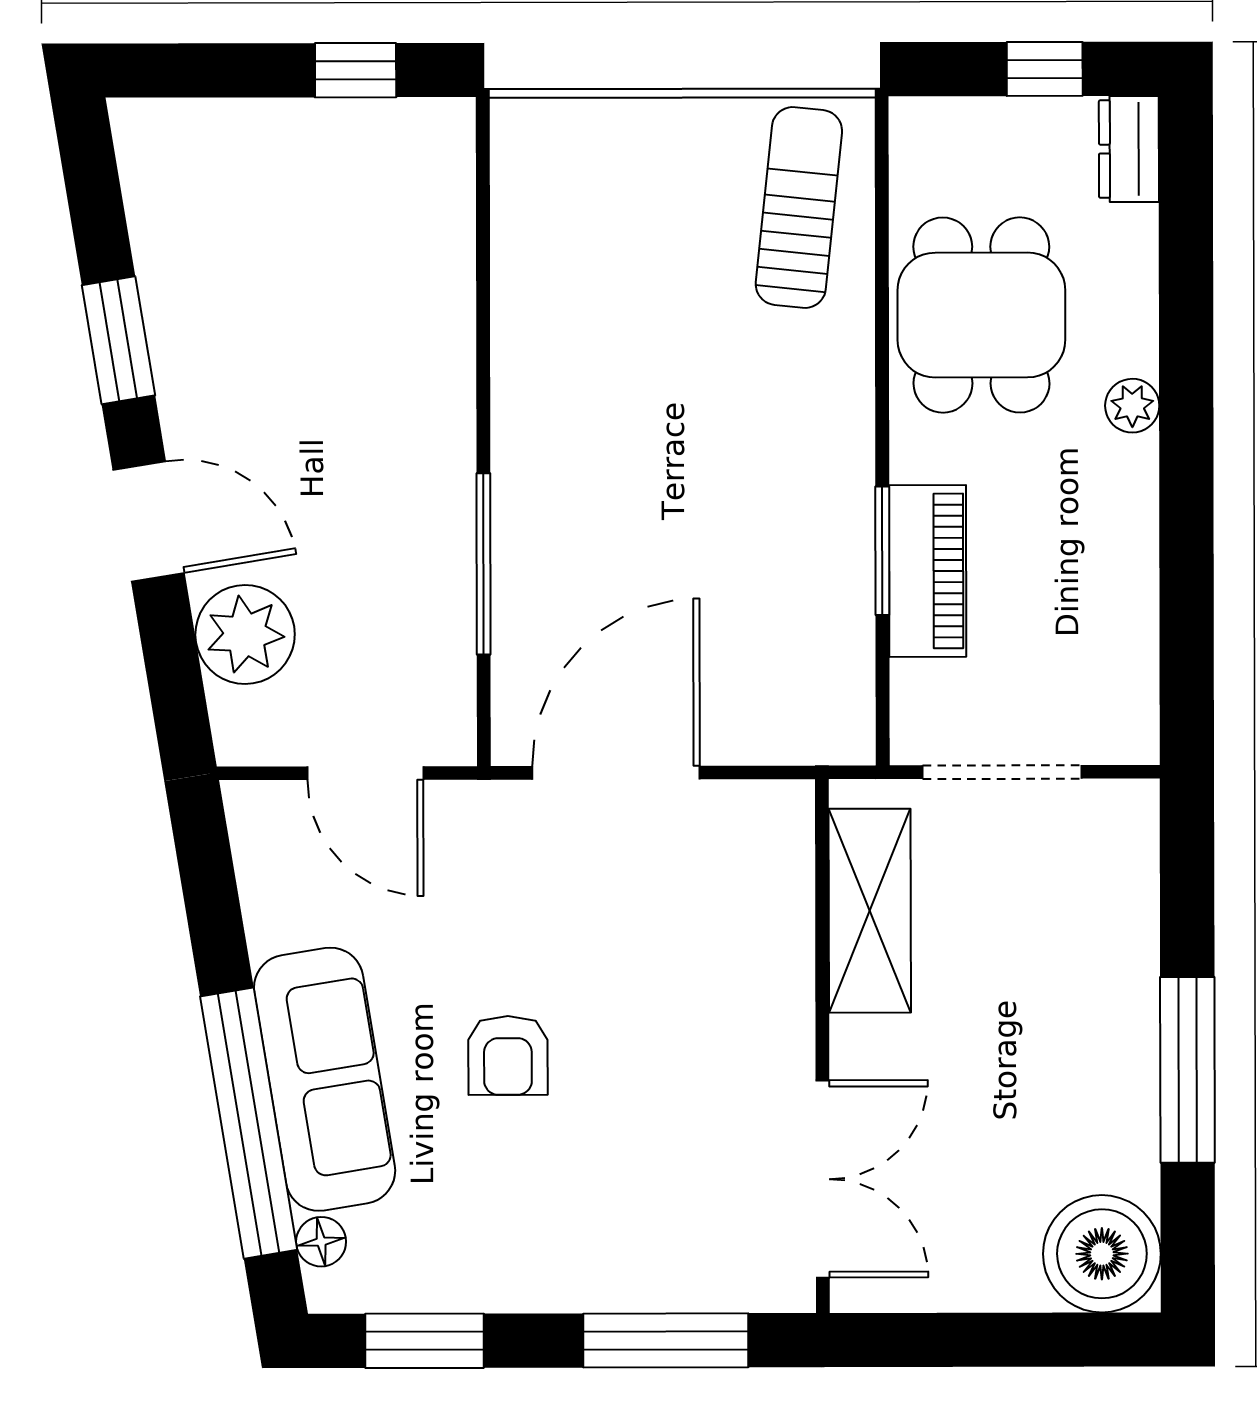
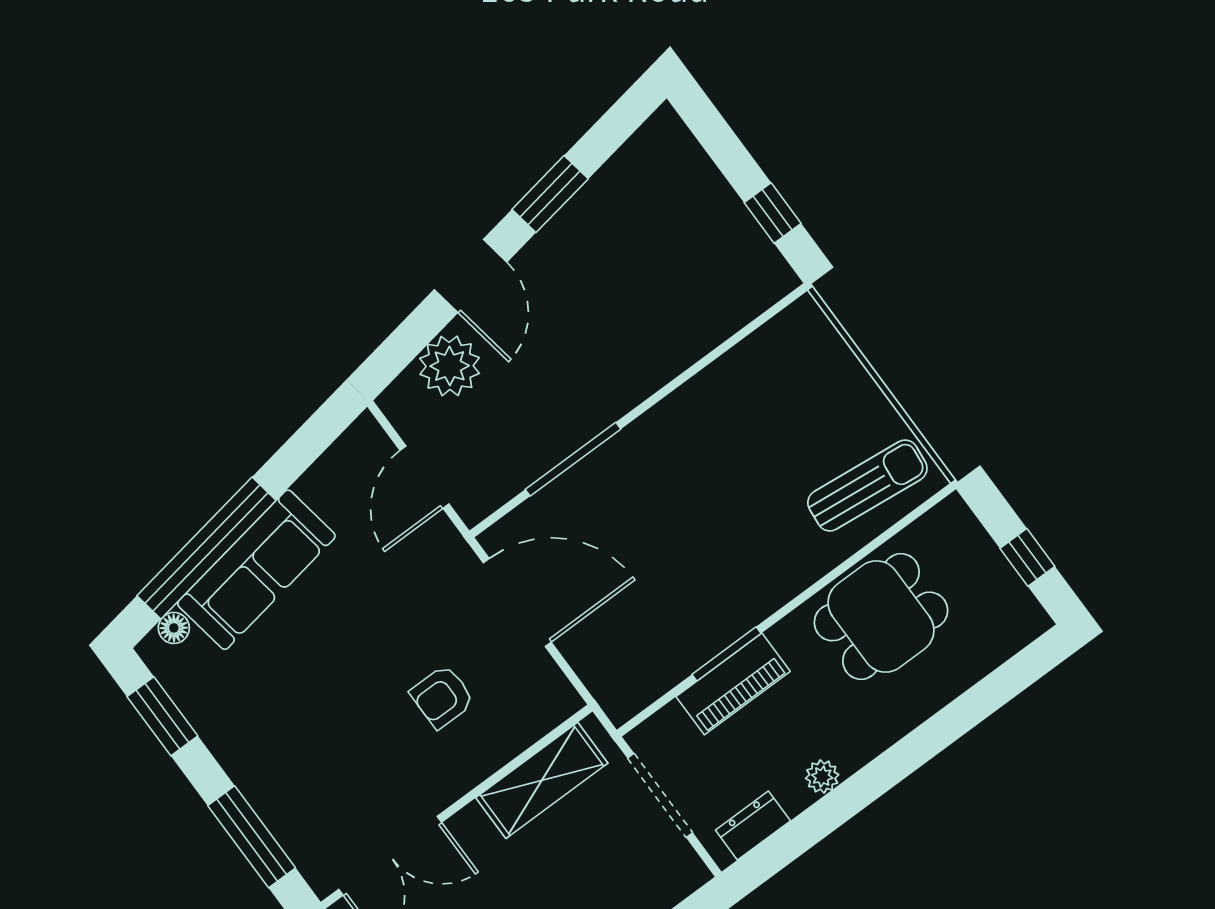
dresser: (1129, 149) -> (753, 826), moved
plant: (1132, 406) -> (822, 777), moved
armchair: (508, 1055) -> (442, 697), moved

